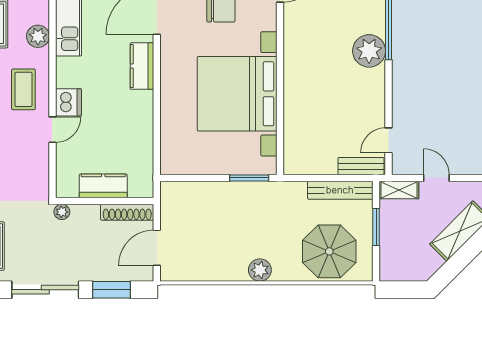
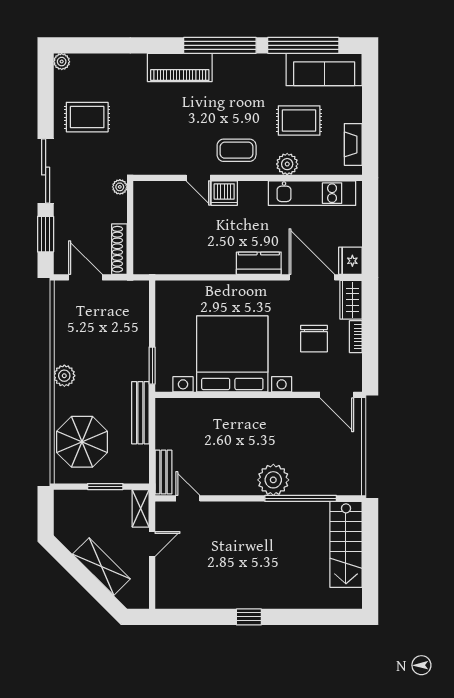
kitchen counter: (103, 186) -> (145, 226), removed
bench: (340, 190) -> (140, 413), moved

